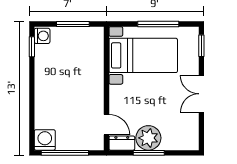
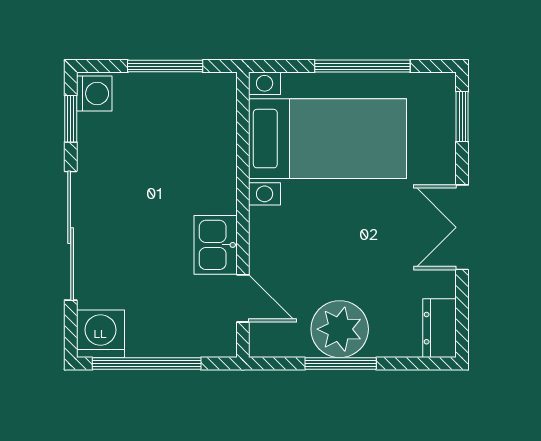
sliding door: (32, 97) -> (71, 236), added
kitchen sink: (95, 101) -> (216, 245), added
dresser: (122, 143) -> (440, 328), moved, turned -90

